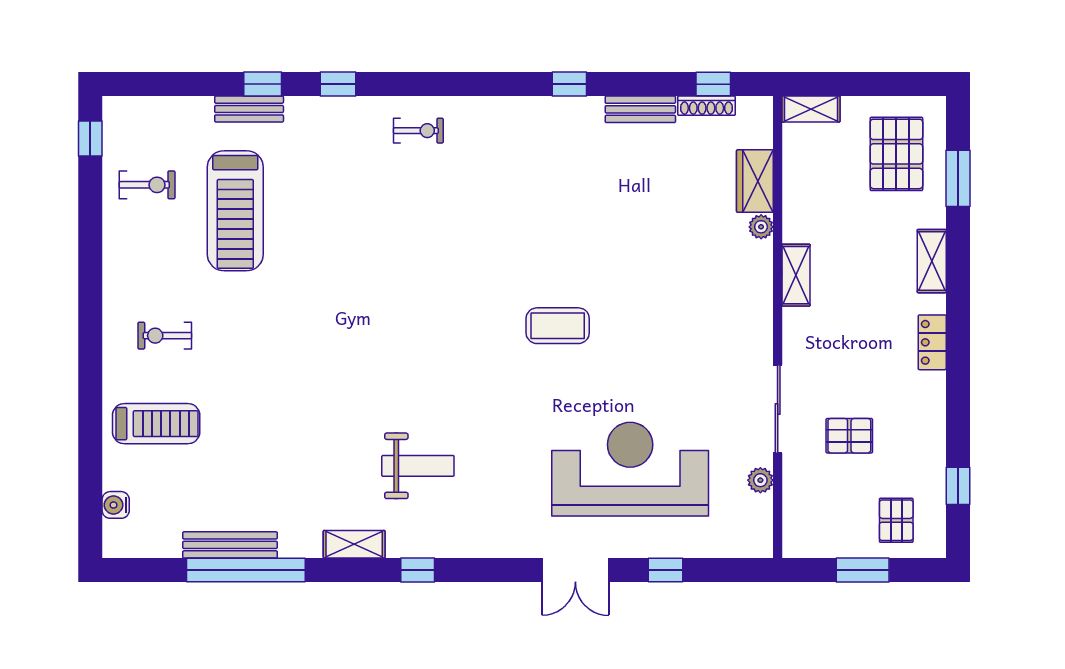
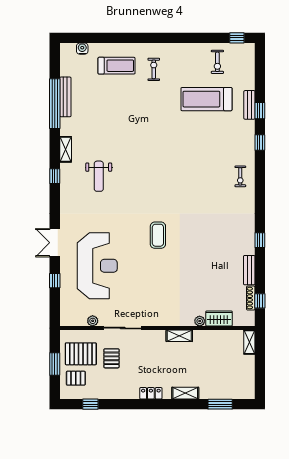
pallet: (896, 154) -> (81, 354), moved
treadmill: (156, 424) -> (117, 66), turned -90

